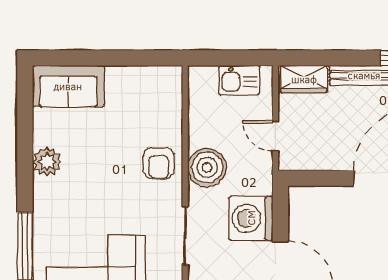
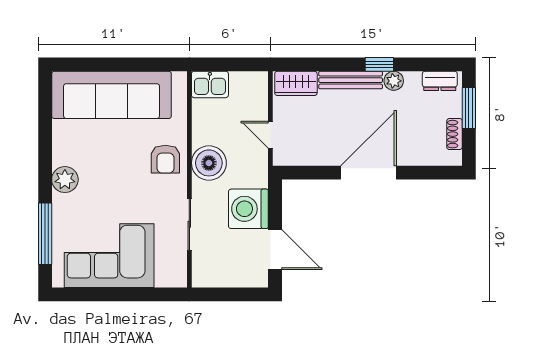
kitchen sink: (239, 80) -> (210, 84), moved
sofa: (68, 86) -> (112, 95), width x1.85, depth x1.27
plant: (47, 162) -> (65, 180), moved

